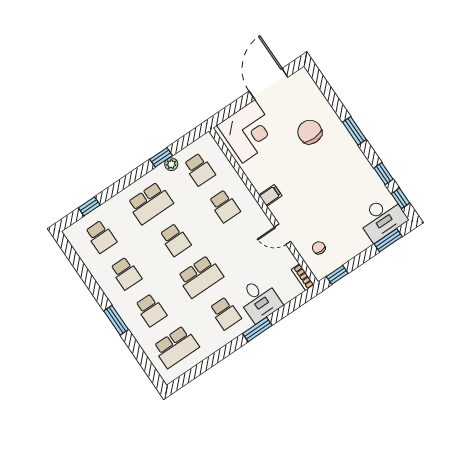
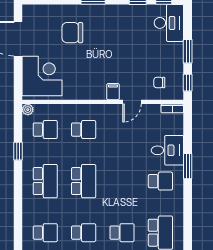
plant: (171, 164) -> (28, 110), moved
filing cabinet: (270, 195) -> (113, 92), moved
window: (89, 206) -> (18, 226), removed
school desk: (175, 240) -> (84, 181), width x1.85
window: (388, 240) -> (188, 51), moved
school desk: (200, 276) -> (122, 181), removed

